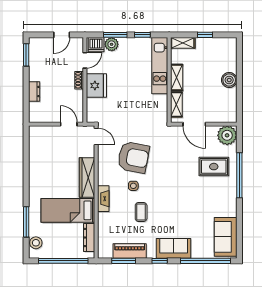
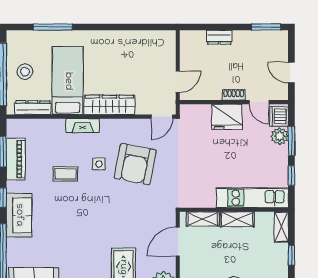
stool: (36, 243) -> (25, 72), moved

